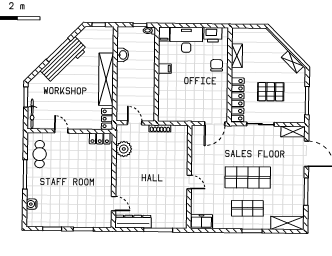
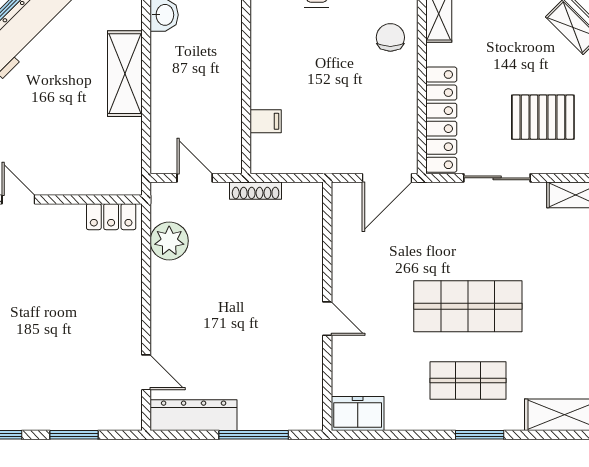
filing cabinet: (165, 69) -> (266, 121), moved
shelving: (106, 79) -> (125, 74), width x0.68
pallet: (271, 92) -> (543, 117), moved
locker: (107, 119) -> (129, 169), removed

